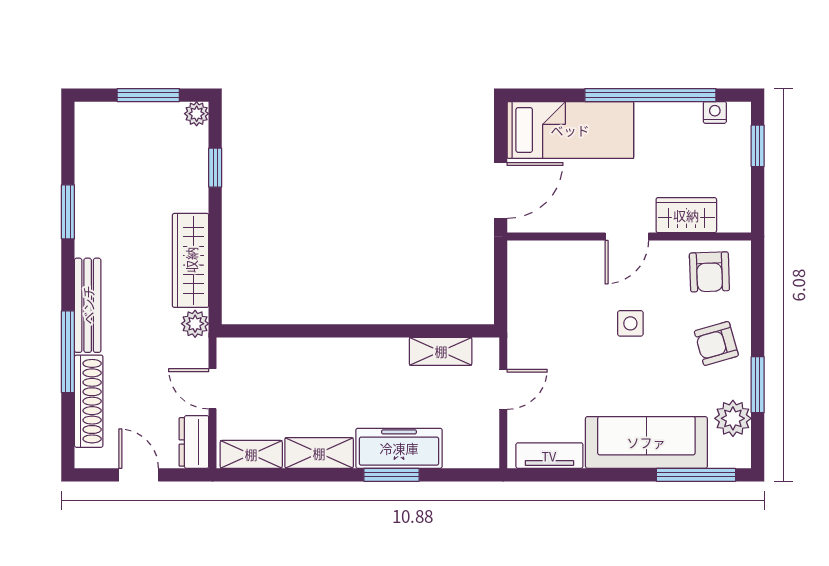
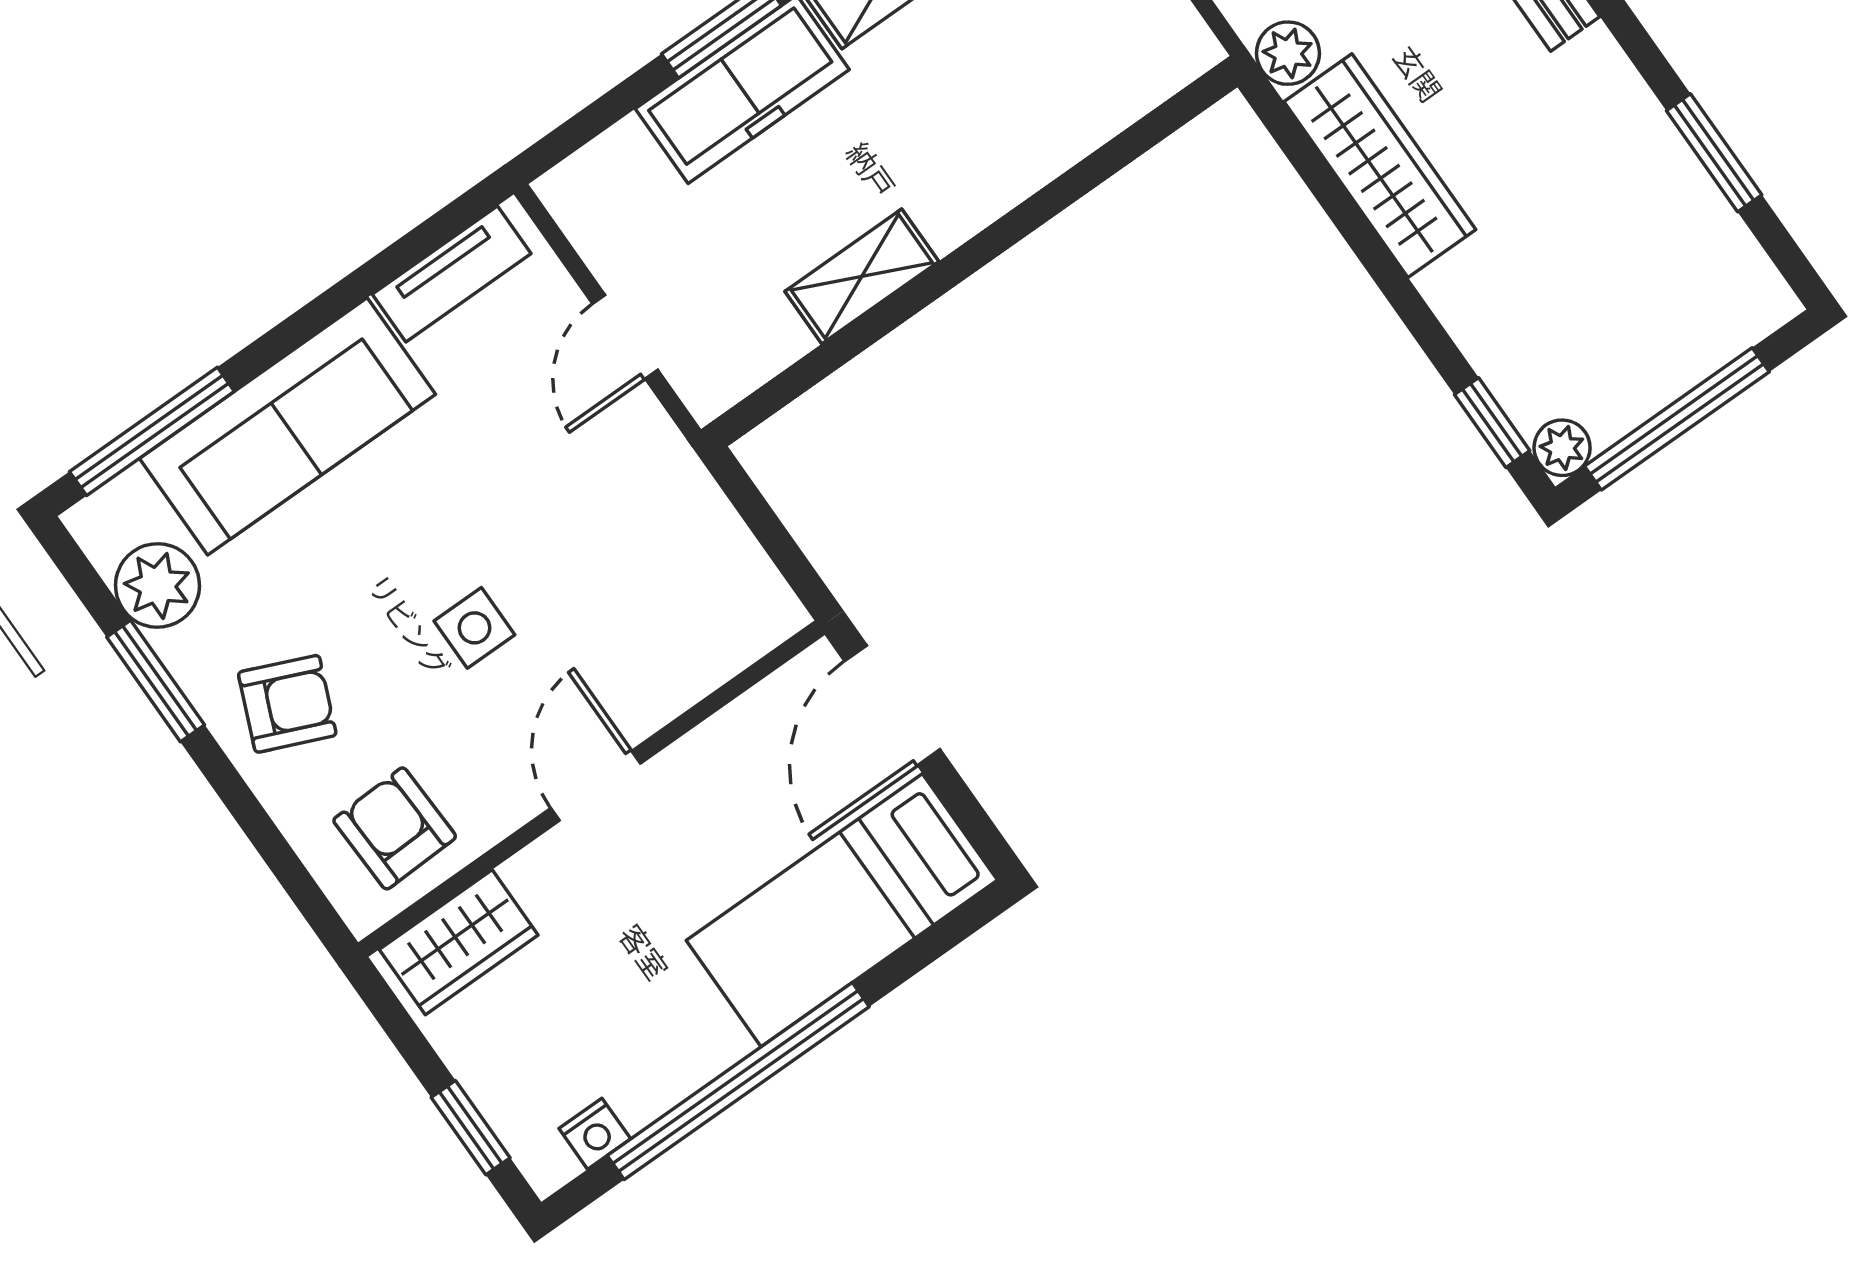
window: (148, 95) -> (1677, 419), width x1.44
window: (215, 168) -> (1492, 423), moved
window: (68, 212) -> (1714, 153), moved
wardrobe: (686, 215) -> (459, 942), moved
armchair: (716, 343) -> (287, 704), turned 39
shelving: (441, 351) -> (862, 276), moved

